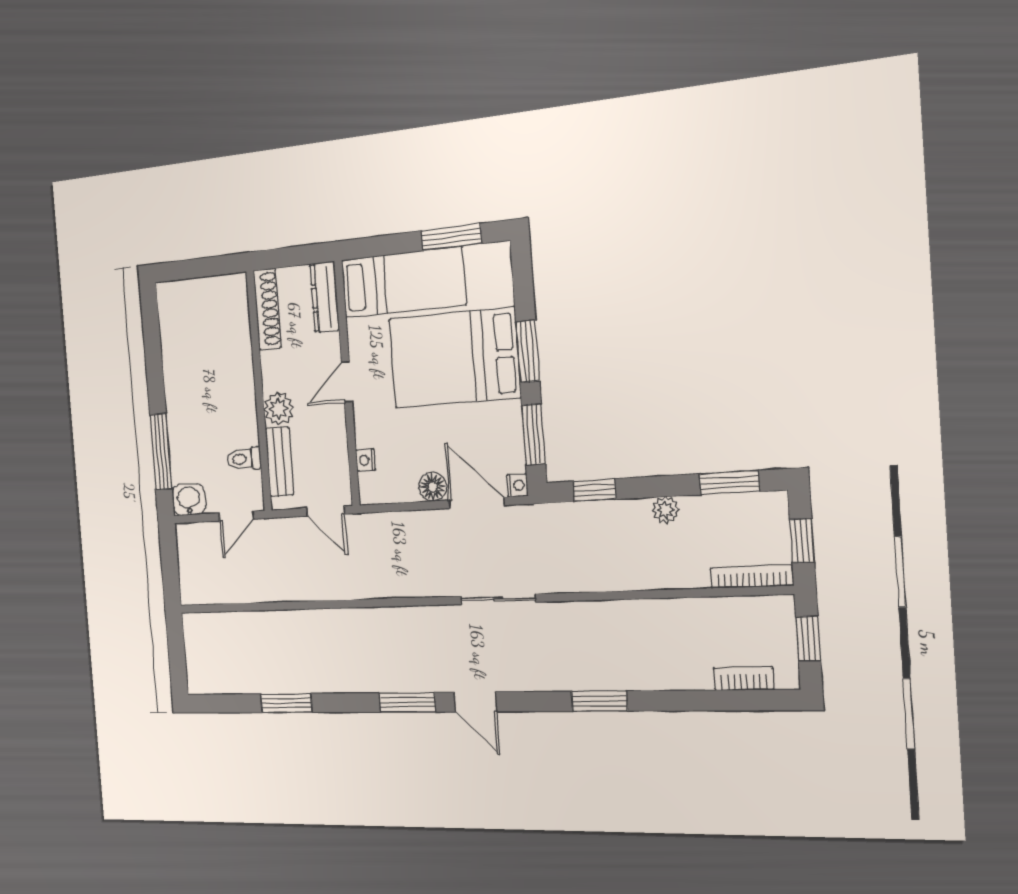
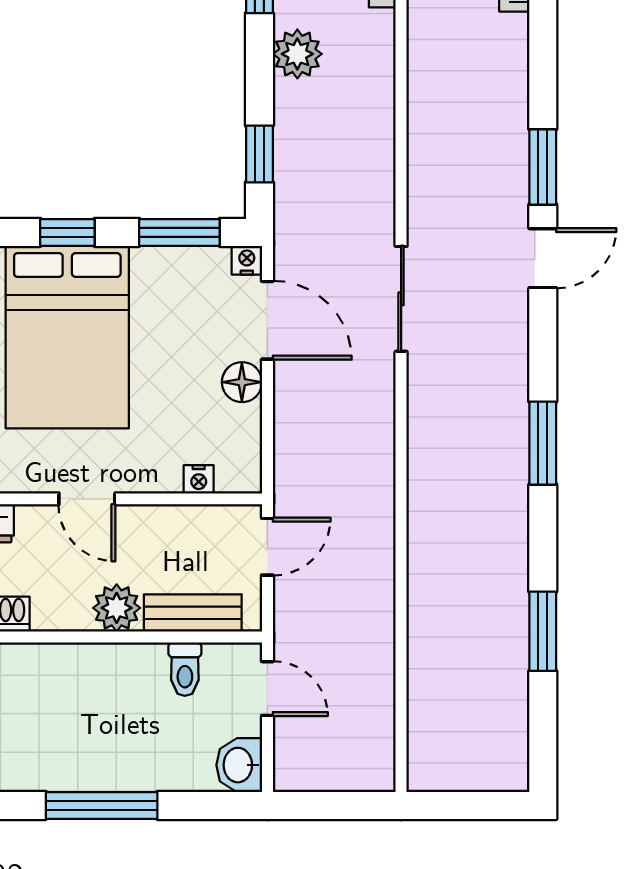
window: (528, 351) -> (67, 232), width x0.67
window: (161, 452) -> (102, 805), moved
door: (476, 503) -> (267, 320), swing flipped
plant: (666, 510) -> (297, 54), width x1.38, depth x1.38
door: (475, 702) -> (543, 258), moved

